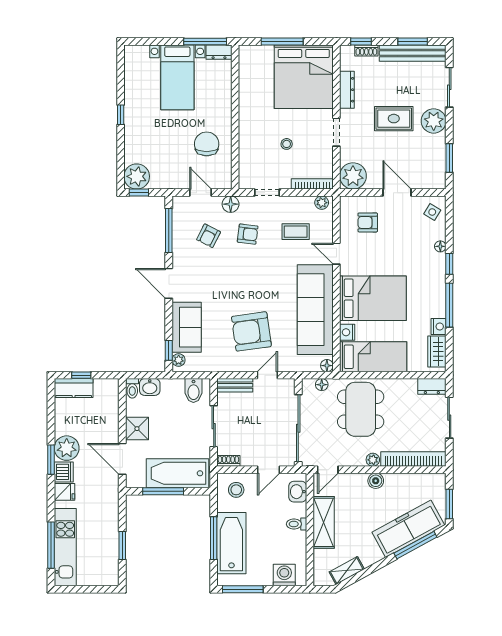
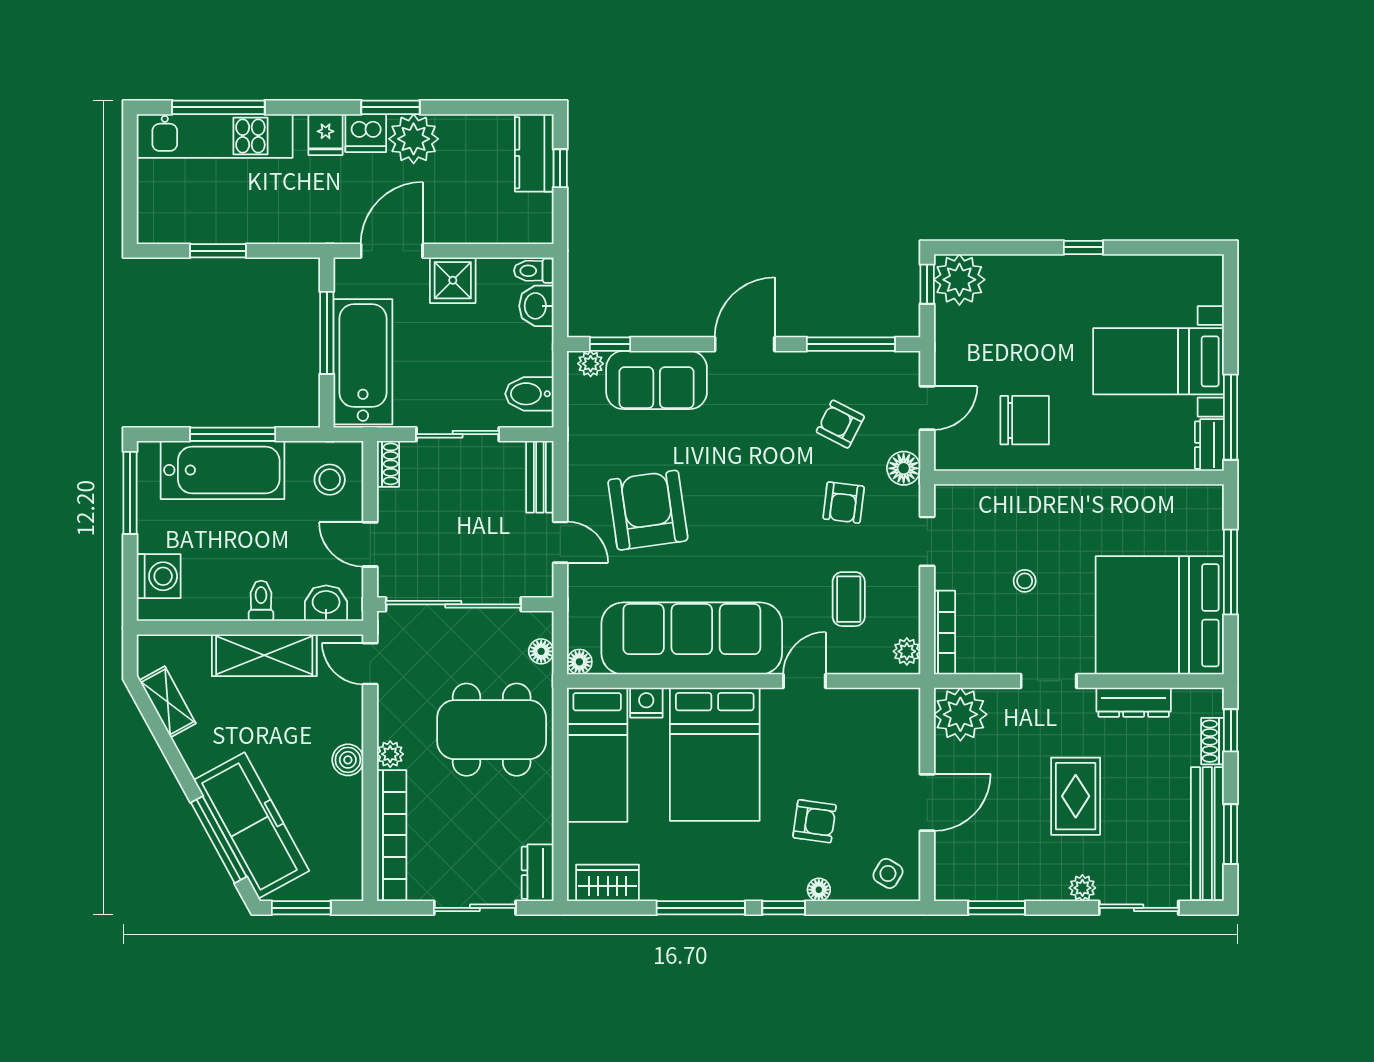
plant: (434, 121) -> (1082, 888), width x0.53, depth x0.53
armchair: (368, 222) -> (815, 821), moved, turned 98
nightstand: (439, 326) -> (658, 886), removed

